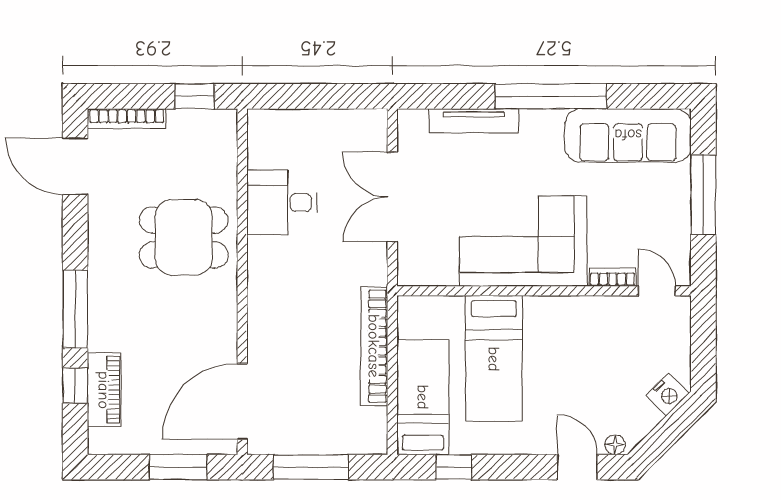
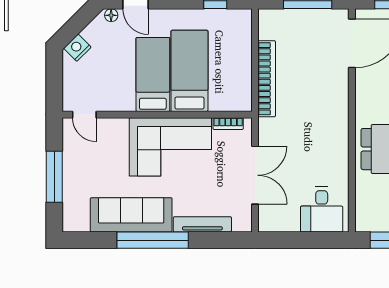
sofa: (628, 135) -> (131, 215), moved
desk: (282, 202) -> (322, 210), moved, turned 90
bookcase: (613, 277) -> (228, 124), moved
bed: (423, 397) -> (153, 74), moved, turned 180

